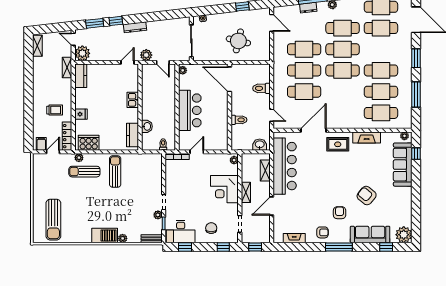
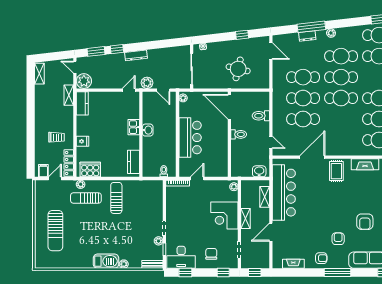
toilet: (239, 120) -> (239, 134), moved
washbasin: (147, 126) -> (148, 130), moved
rug: (338, 144) -> (336, 171), turned 90
armchair: (367, 196) -> (365, 222), turned -130
sun lounger: (53, 220) -> (55, 231), moved

